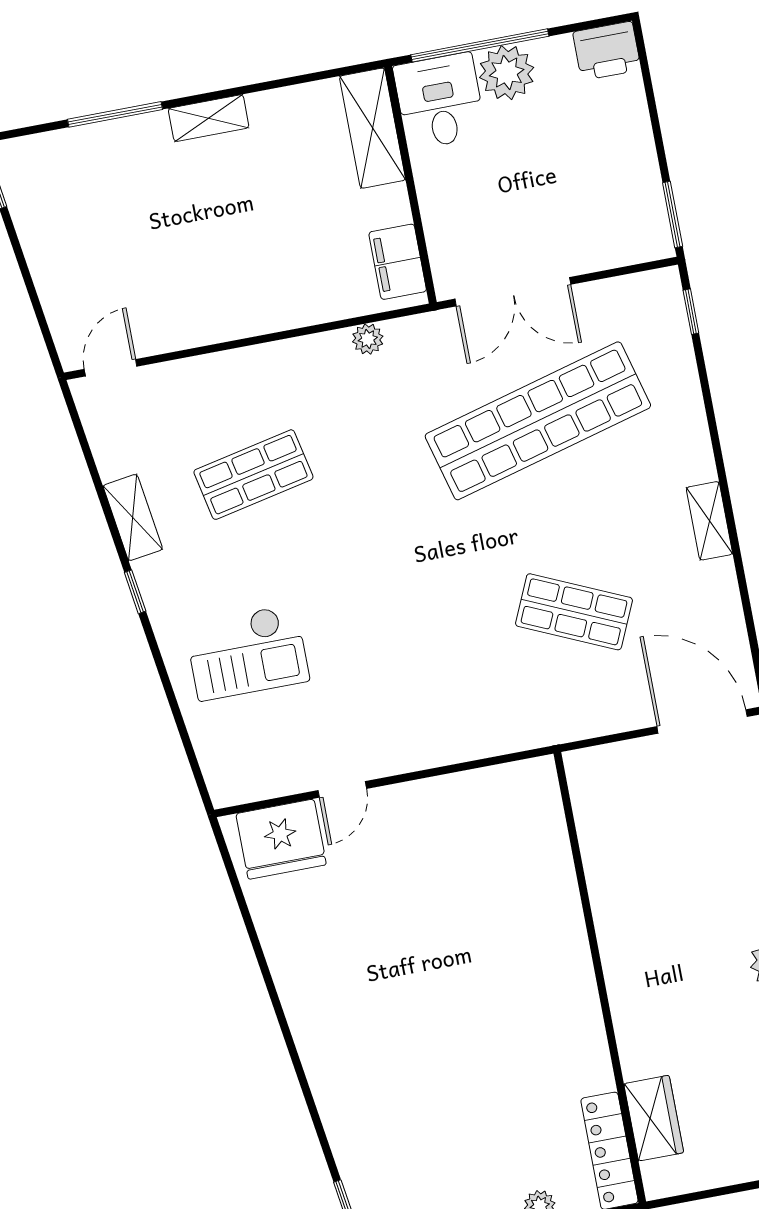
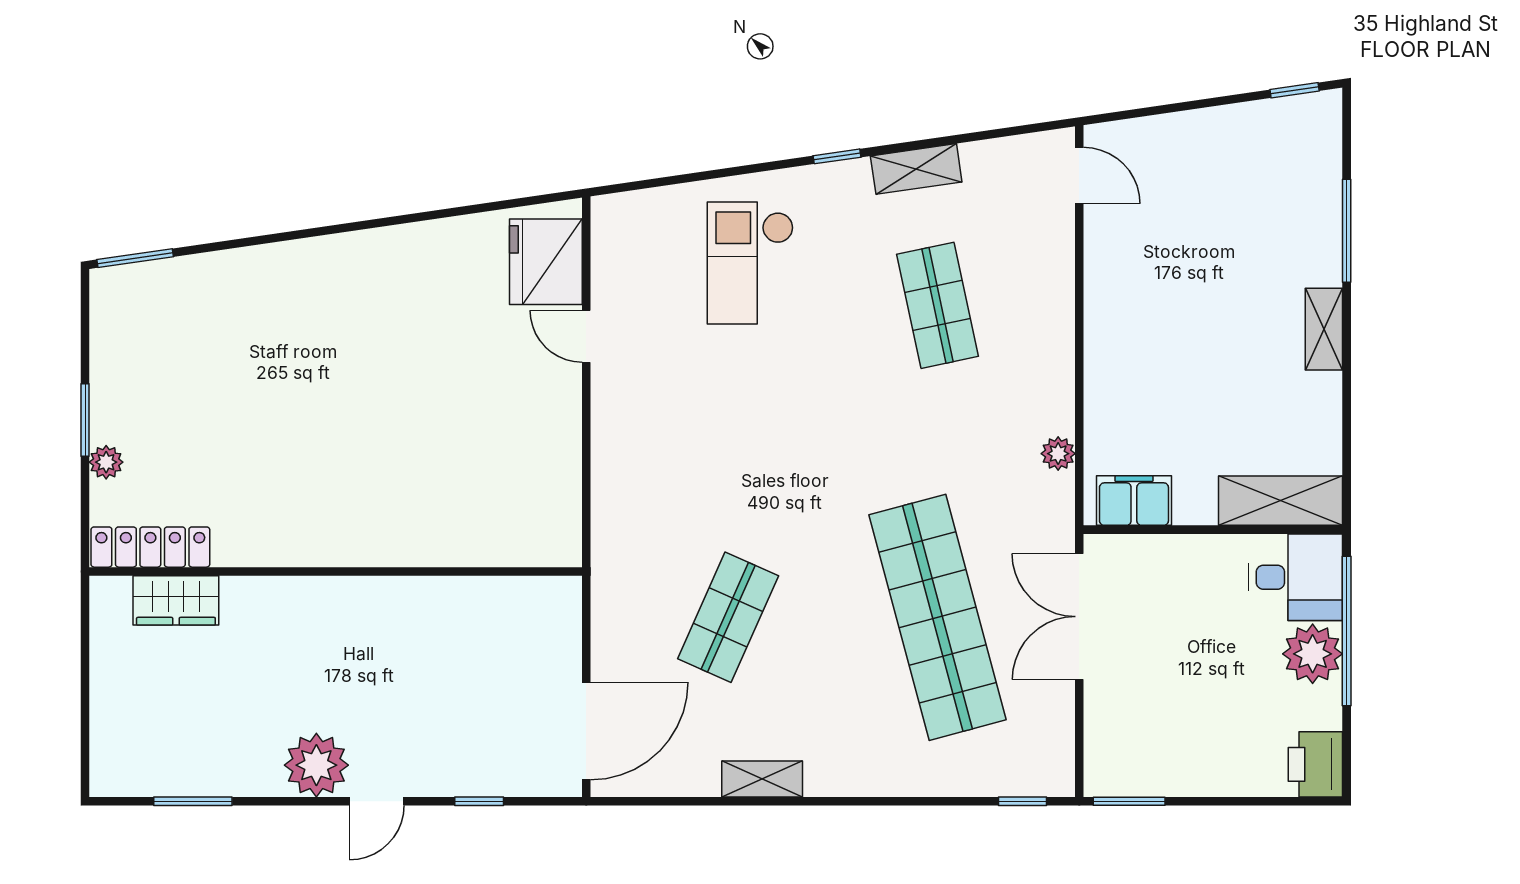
shelving: (709, 521) -> (762, 779), moved

